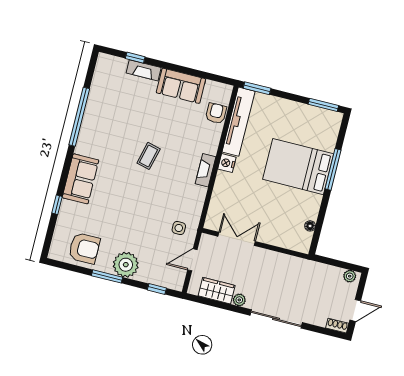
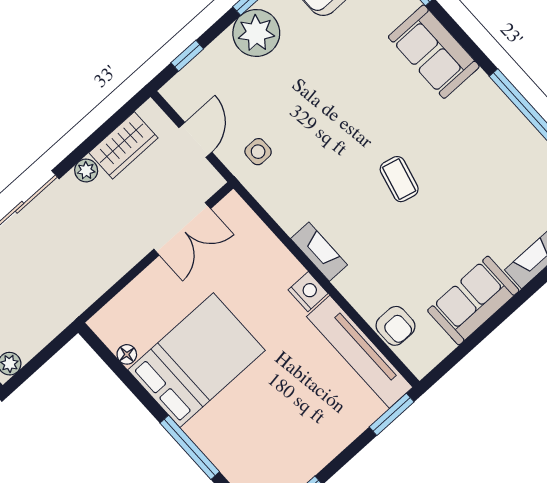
bed: (298, 167) -> (197, 360), moved

